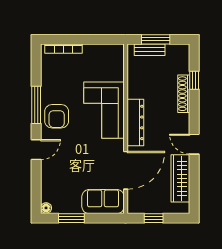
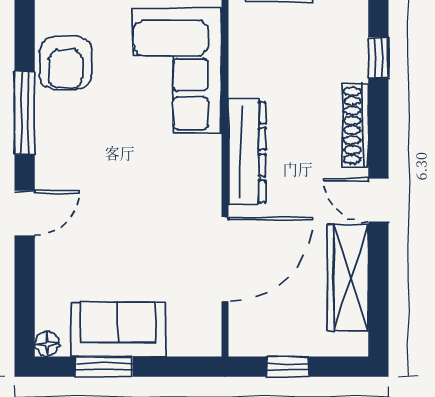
shoe rack: (184, 94) -> (355, 125), moved
corner sofa: (104, 110) -> (177, 71), moved
armchair: (57, 116) -> (65, 63), moved
sofa: (103, 202) -> (118, 329), moved

